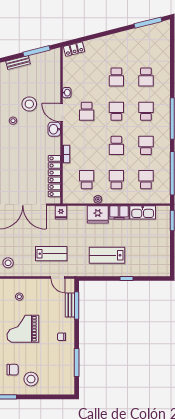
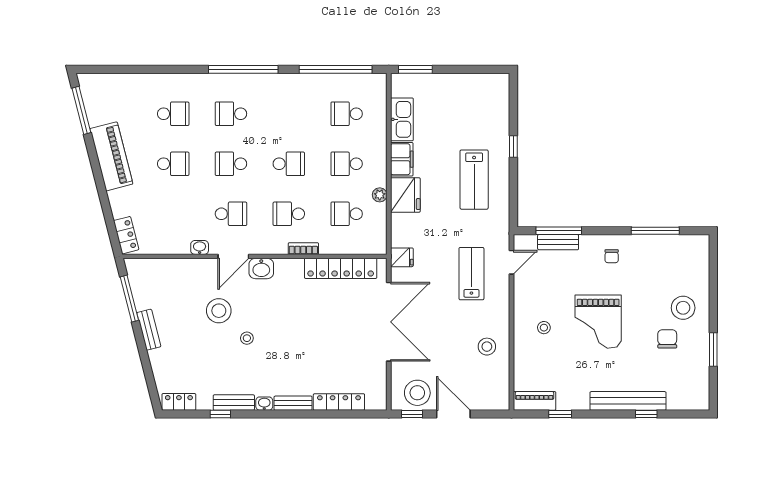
piano: (121, 40) -> (111, 156), added
school desk: (146, 145) -> (289, 214), moved

